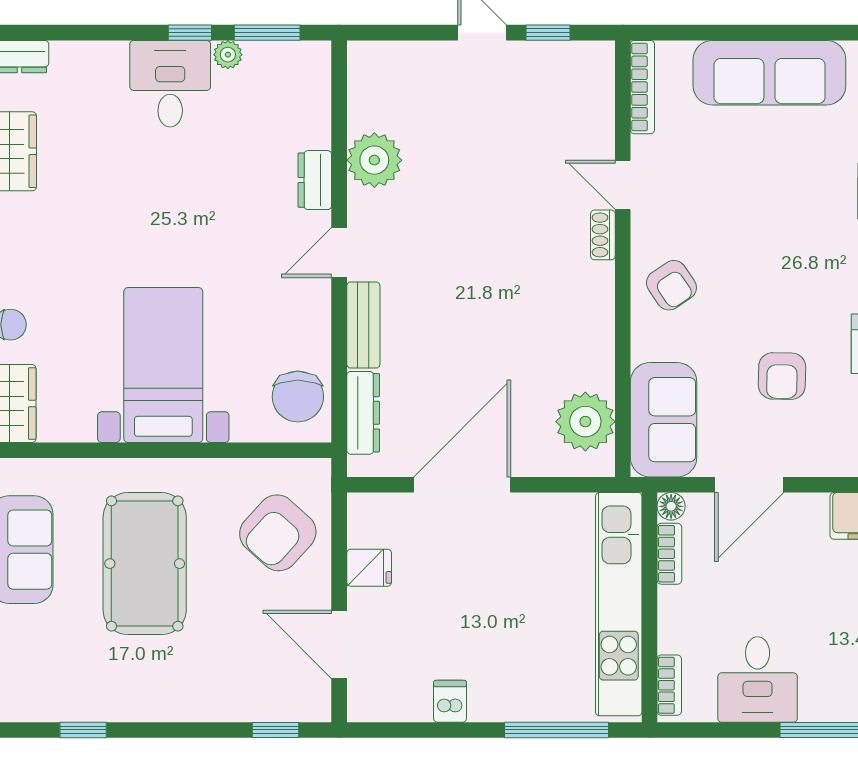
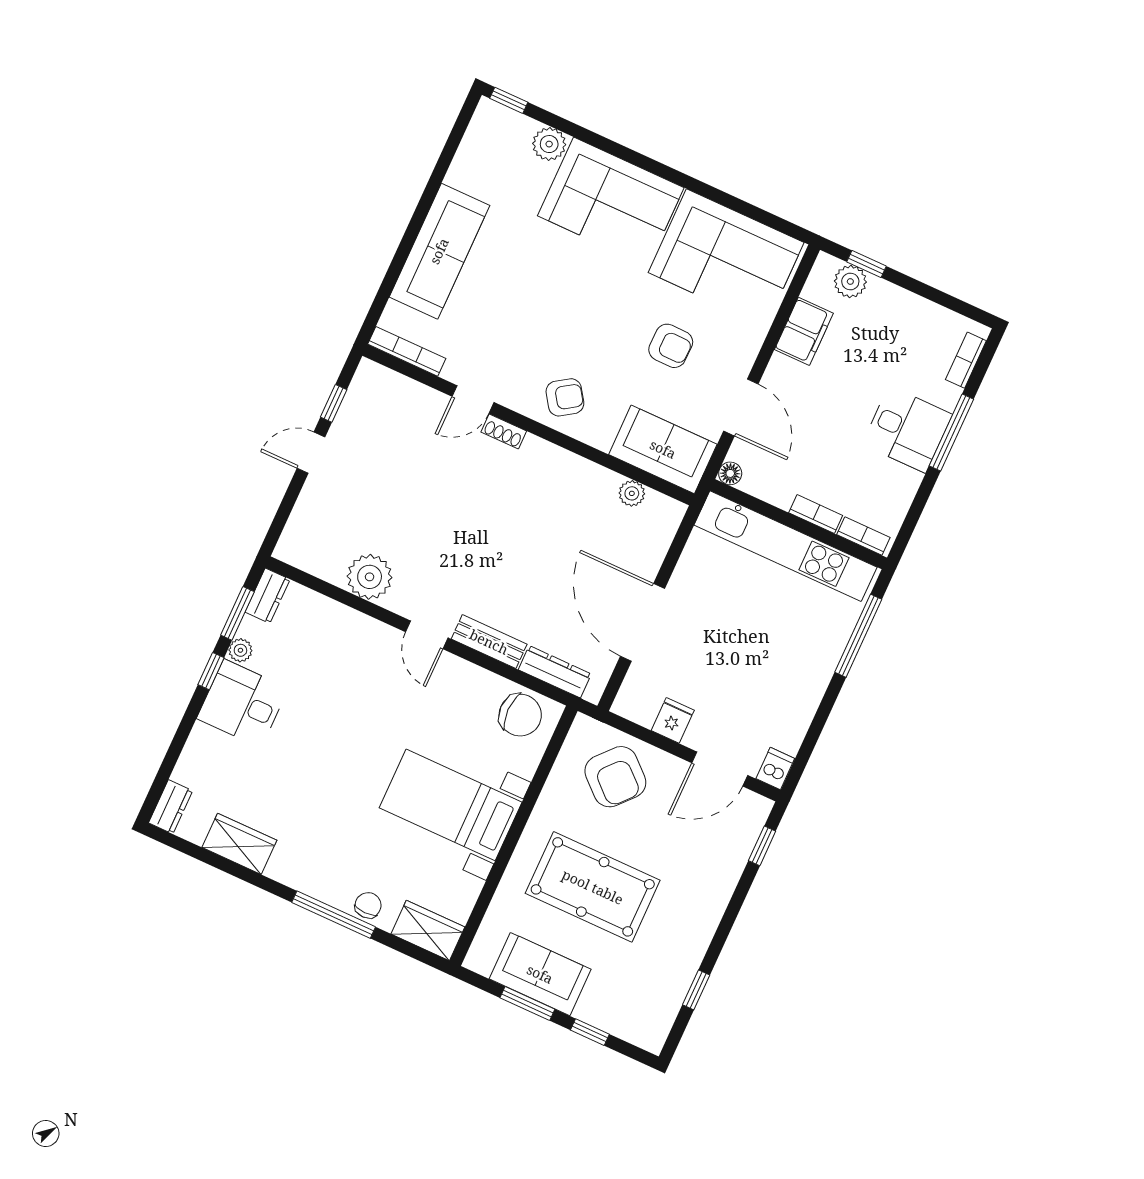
dresser: (315, 180) -> (268, 596), moved, turned -90
plant: (585, 422) -> (632, 493), width x0.53, depth x0.53
bookcase: (669, 554) -> (816, 514), moved
desk: (758, 679) -> (907, 429), moved
dishwasher: (450, 701) -> (775, 768), moved, turned 90

